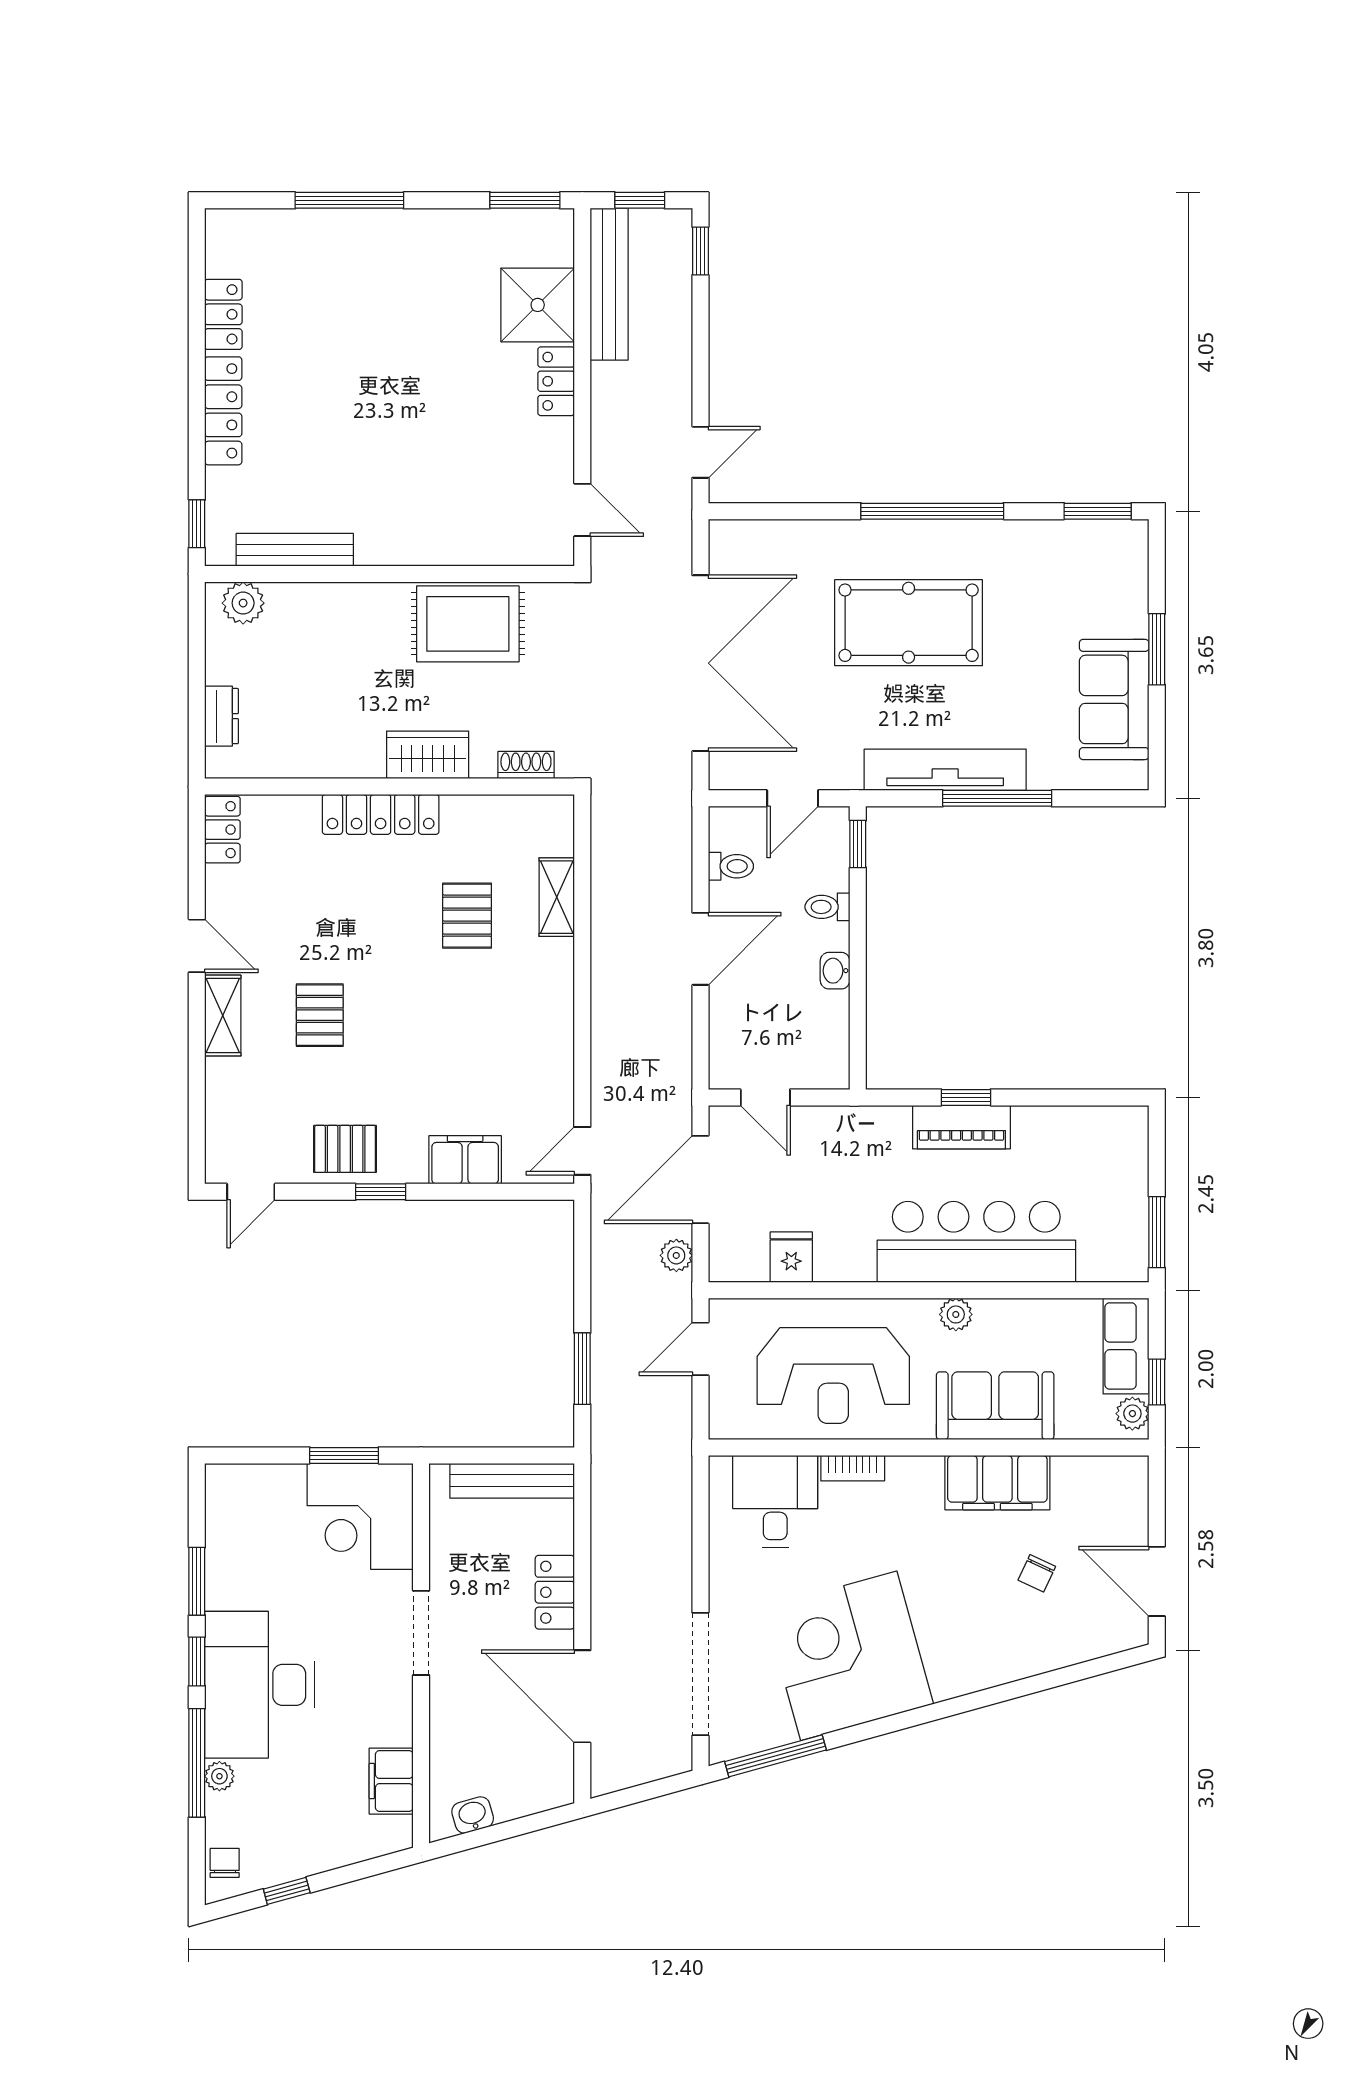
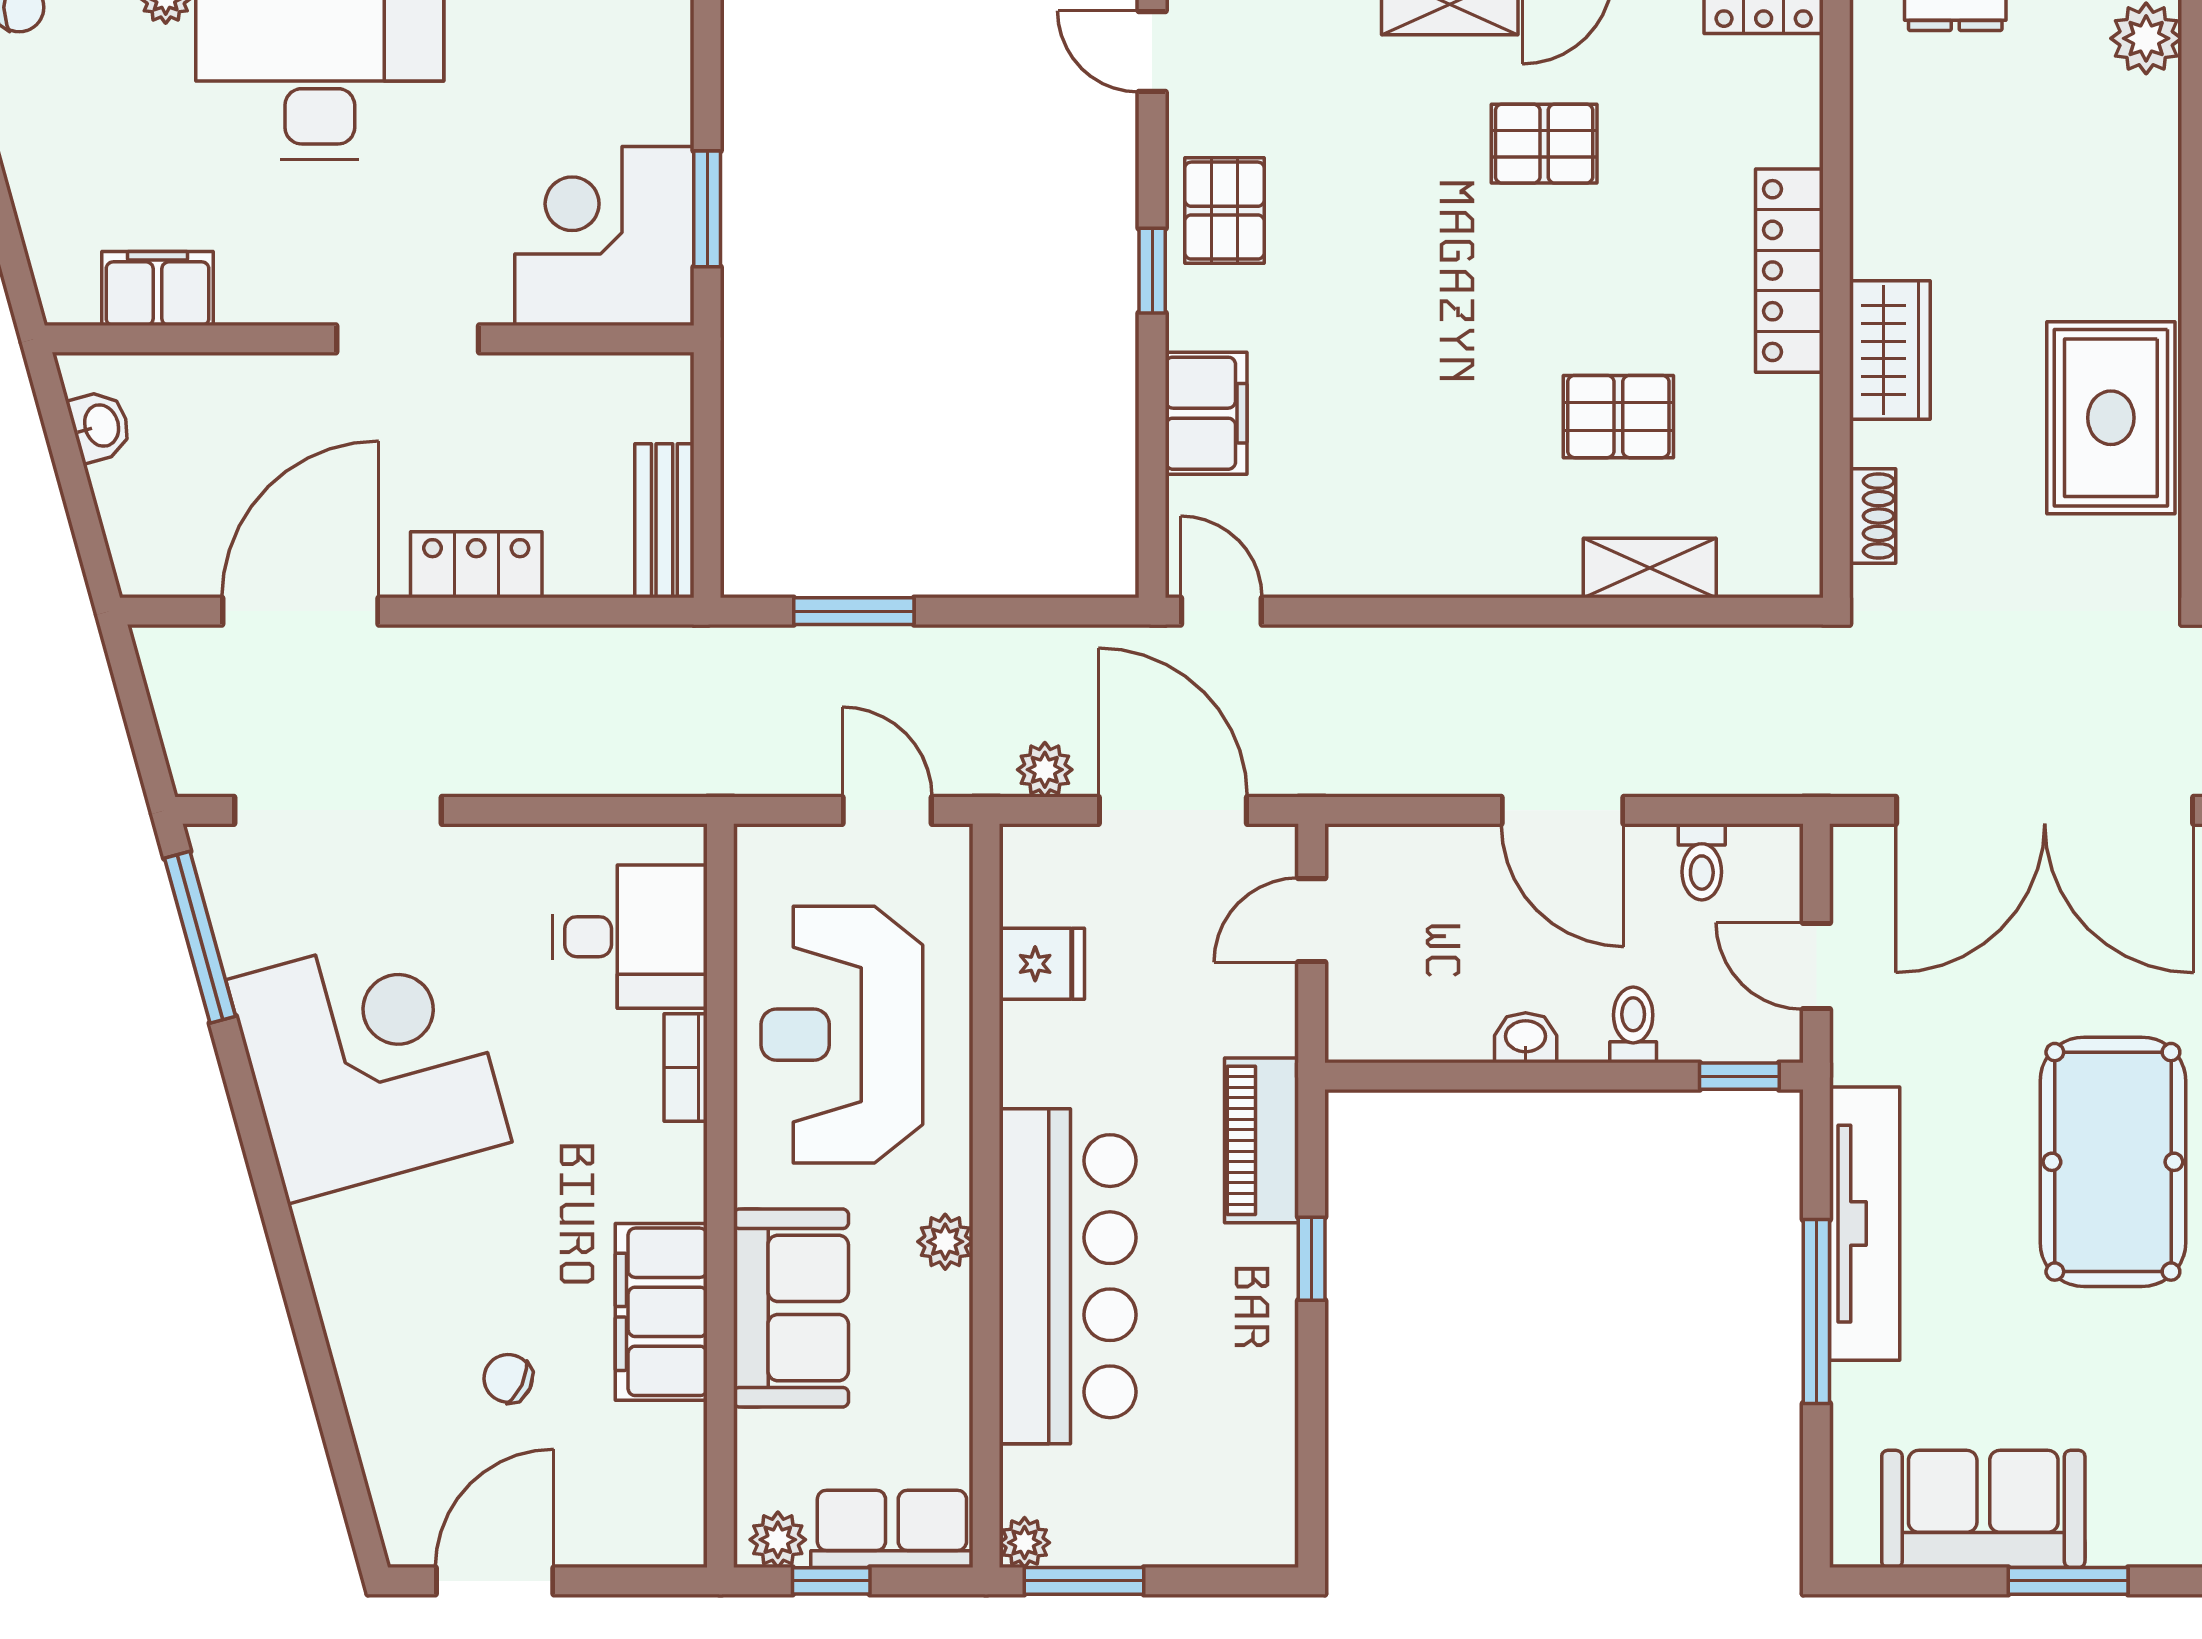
pallet: (320, 1015) -> (1544, 144), moved
piano: (961, 1127) -> (1261, 1140), moved
plant: (1134, 1267) -> (1025, 1543), added
bench: (512, 1481) -> (664, 521), width x0.73

